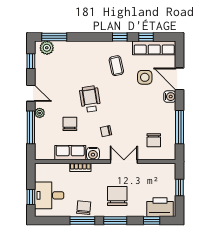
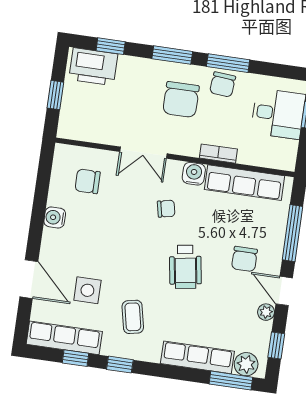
row of seats: (76, 48) -> (197, 357), added
water cooler: (170, 97) -> (55, 217), moved
plant: (40, 113) -> (266, 312), moved
chair: (70, 124) -> (244, 259), moved
window: (180, 127) -> (41, 197), removed
chair: (154, 140) -> (88, 181), turned -90
row of seats: (70, 153) -> (244, 183), width x1.48
chair: (117, 196) -> (181, 100), moved

